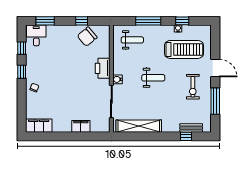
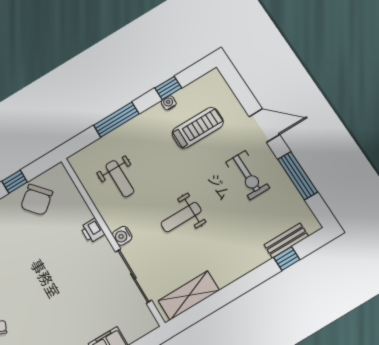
weight bench: (132, 40) -> (120, 179), moved, turned 90
treadmill: (184, 49) -> (198, 128), width x0.73, depth x0.73
printer: (103, 68) -> (92, 231), width x0.53, depth x0.68
weight bench: (153, 78) -> (181, 217), moved, turned 180
shelving: (139, 126) -> (189, 295), width x0.68

